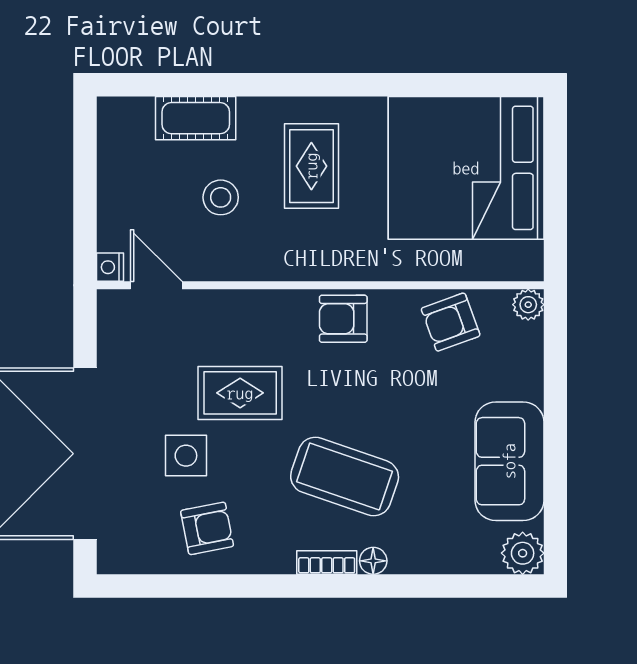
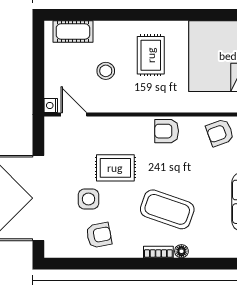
cot: (196, 118) -> (73, 31), moved

